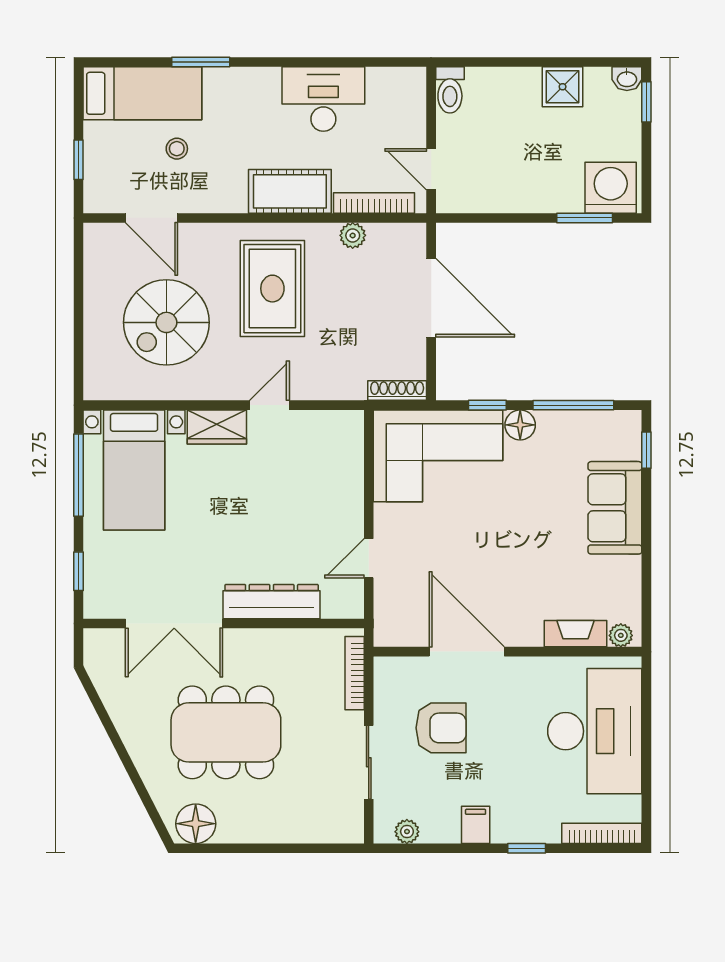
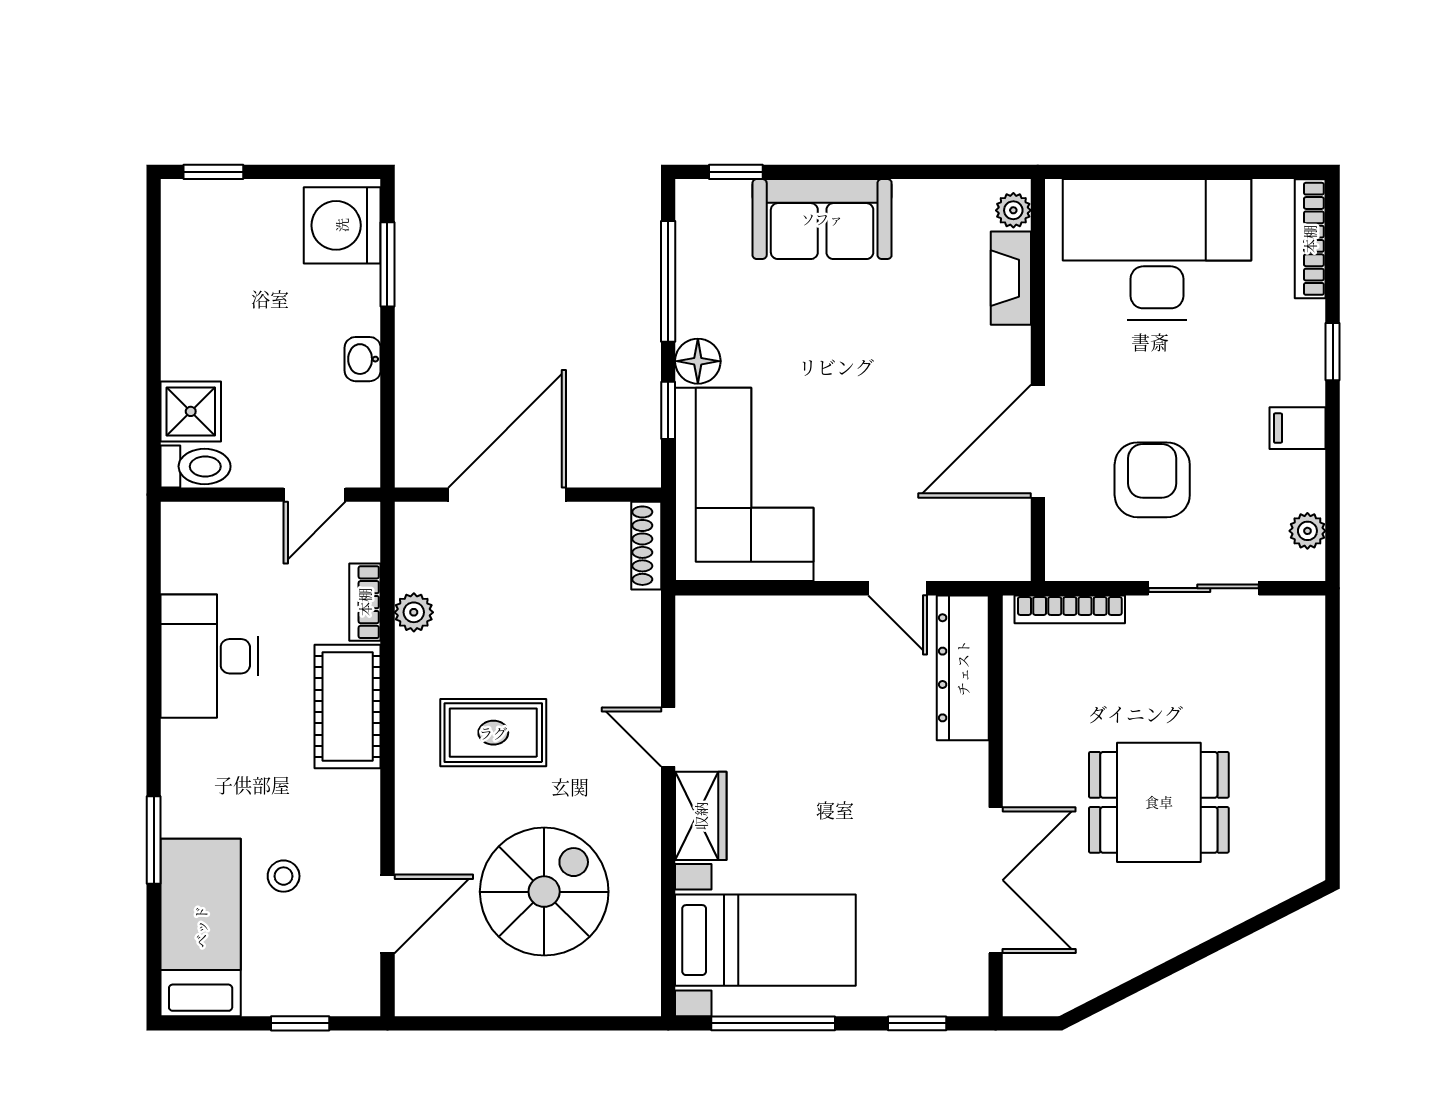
washbasin: (627, 79) -> (363, 359), moved, turned 180
shower: (563, 87) -> (191, 411), moved
bookcase: (374, 203) -> (365, 602), width x0.64
rug: (272, 289) -> (493, 733), width x0.73, depth x0.70
spiral stairs: (166, 322) -> (544, 892), turned -90
dresser: (272, 602) -> (963, 668), moved
dining table: (226, 732) -> (1159, 802), width x0.73
floor lamp: (196, 824) -> (1296, 848), removed

